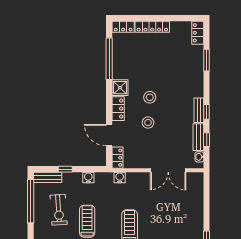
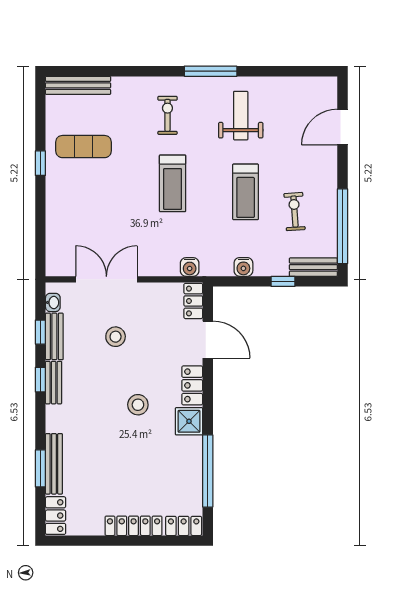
bench: (199, 63) -> (54, 464), added
stool: (148, 123) -> (116, 337), moved
exercise bike: (59, 210) -> (294, 212), width x0.73, depth x0.72

